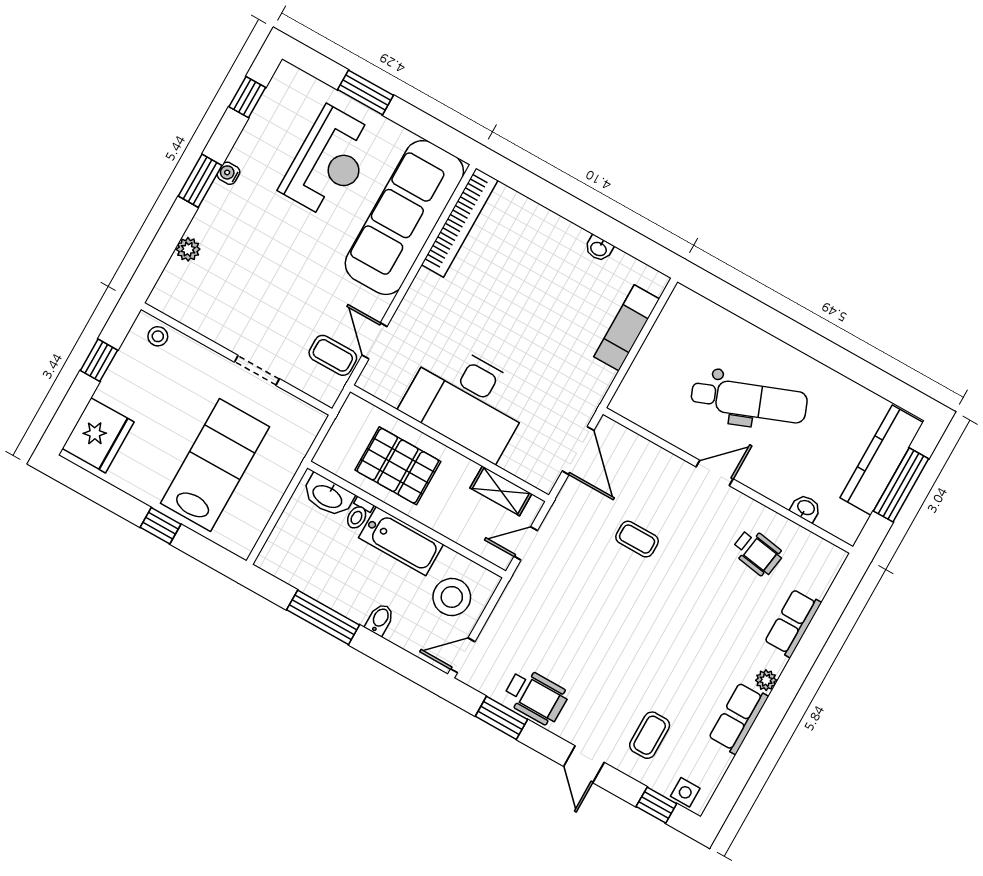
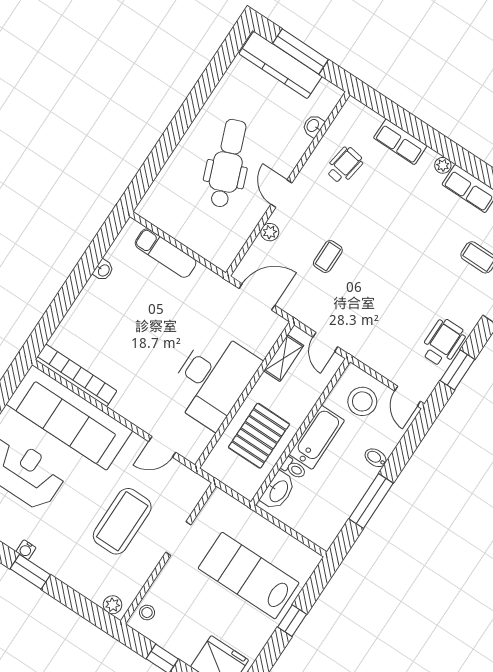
plant: (188, 249) -> (113, 605), moved
coffee table: (333, 355) -> (122, 521), moved, width x1.86, depth x1.72
plant: (663, 461) -> (270, 232), added

